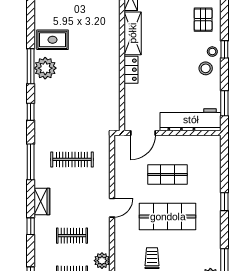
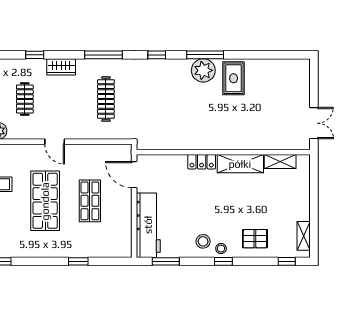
window: (224, 202) -> (78, 261), moved

